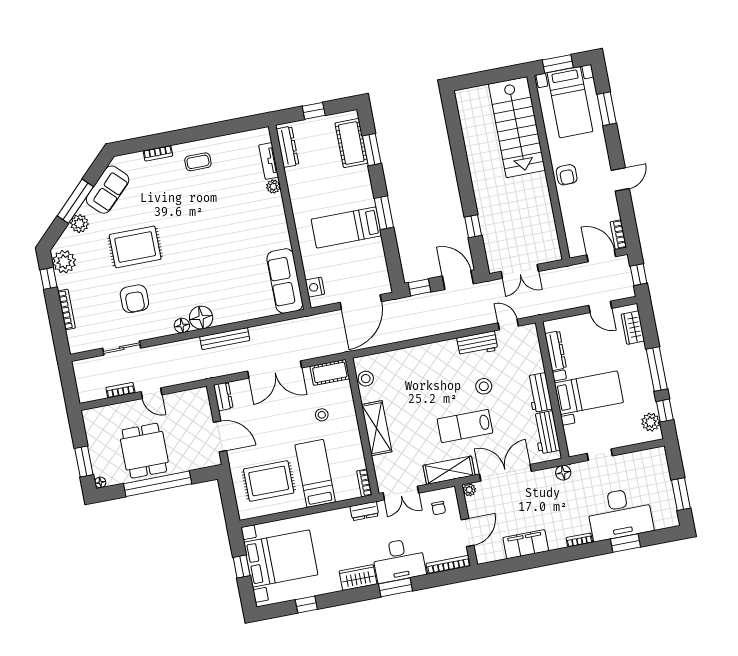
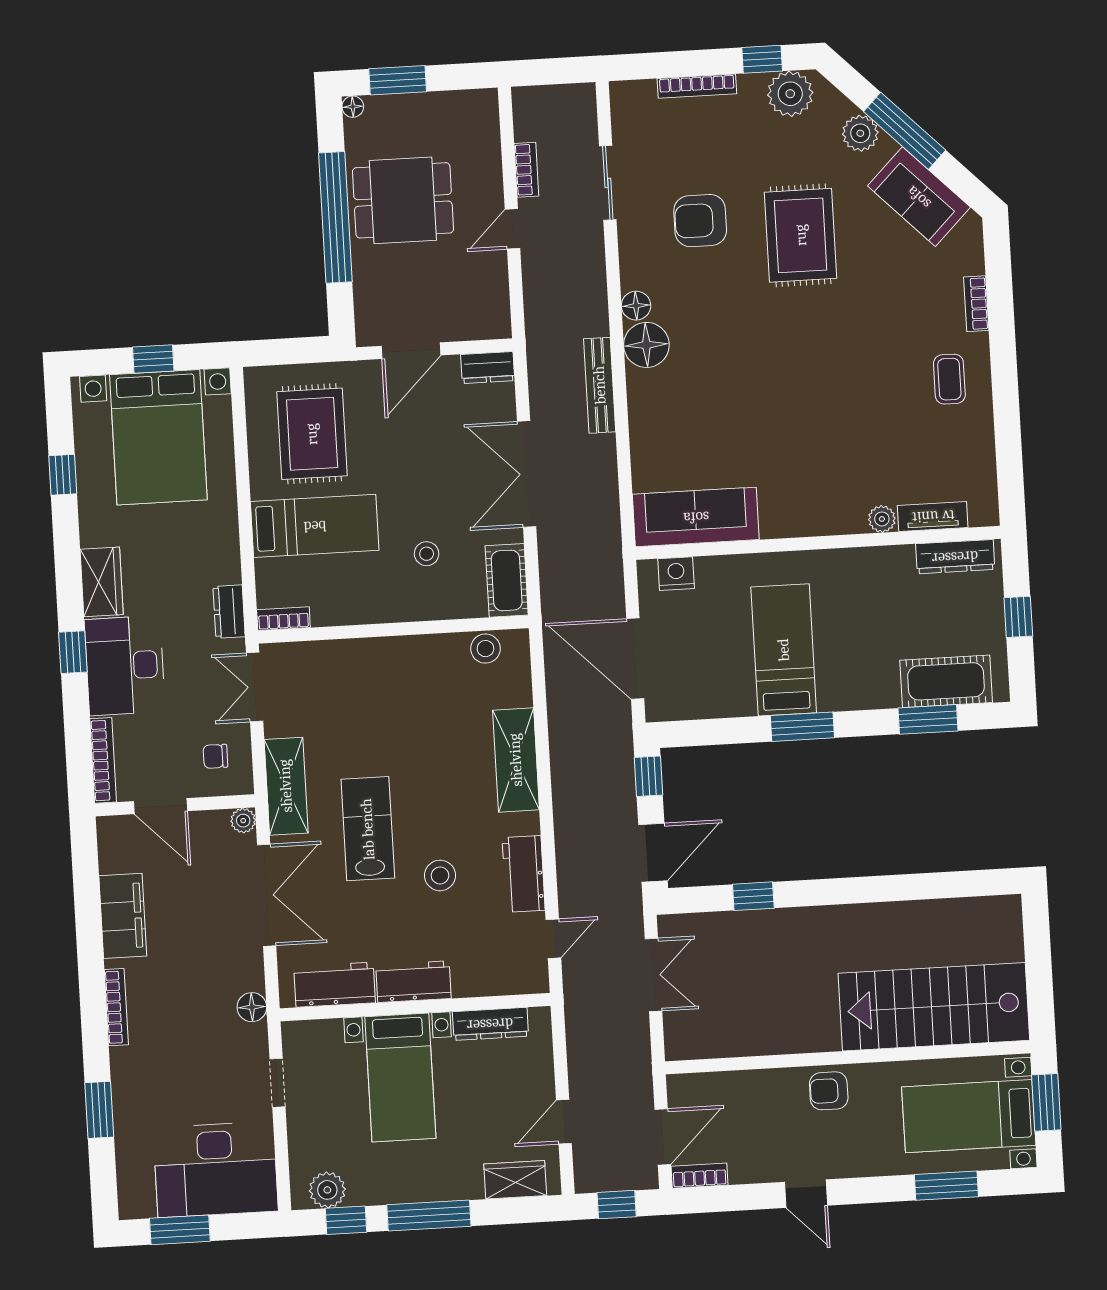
double door: (520, 271) -> (653, 975), swing flipped
shelving: (377, 428) -> (516, 760), moved, turned 90
desk: (620, 514) -> (216, 1169), moved, turned -90
bookcase: (579, 540) -> (116, 1007), width x1.56
window: (395, 587) -> (73, 652), width x0.67

